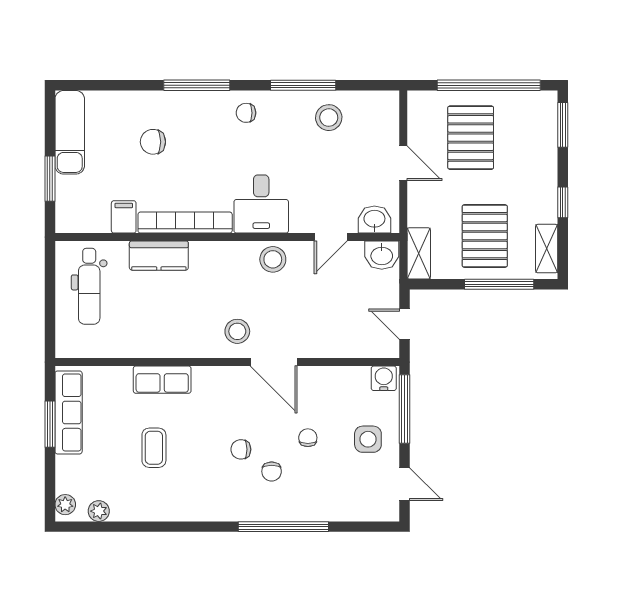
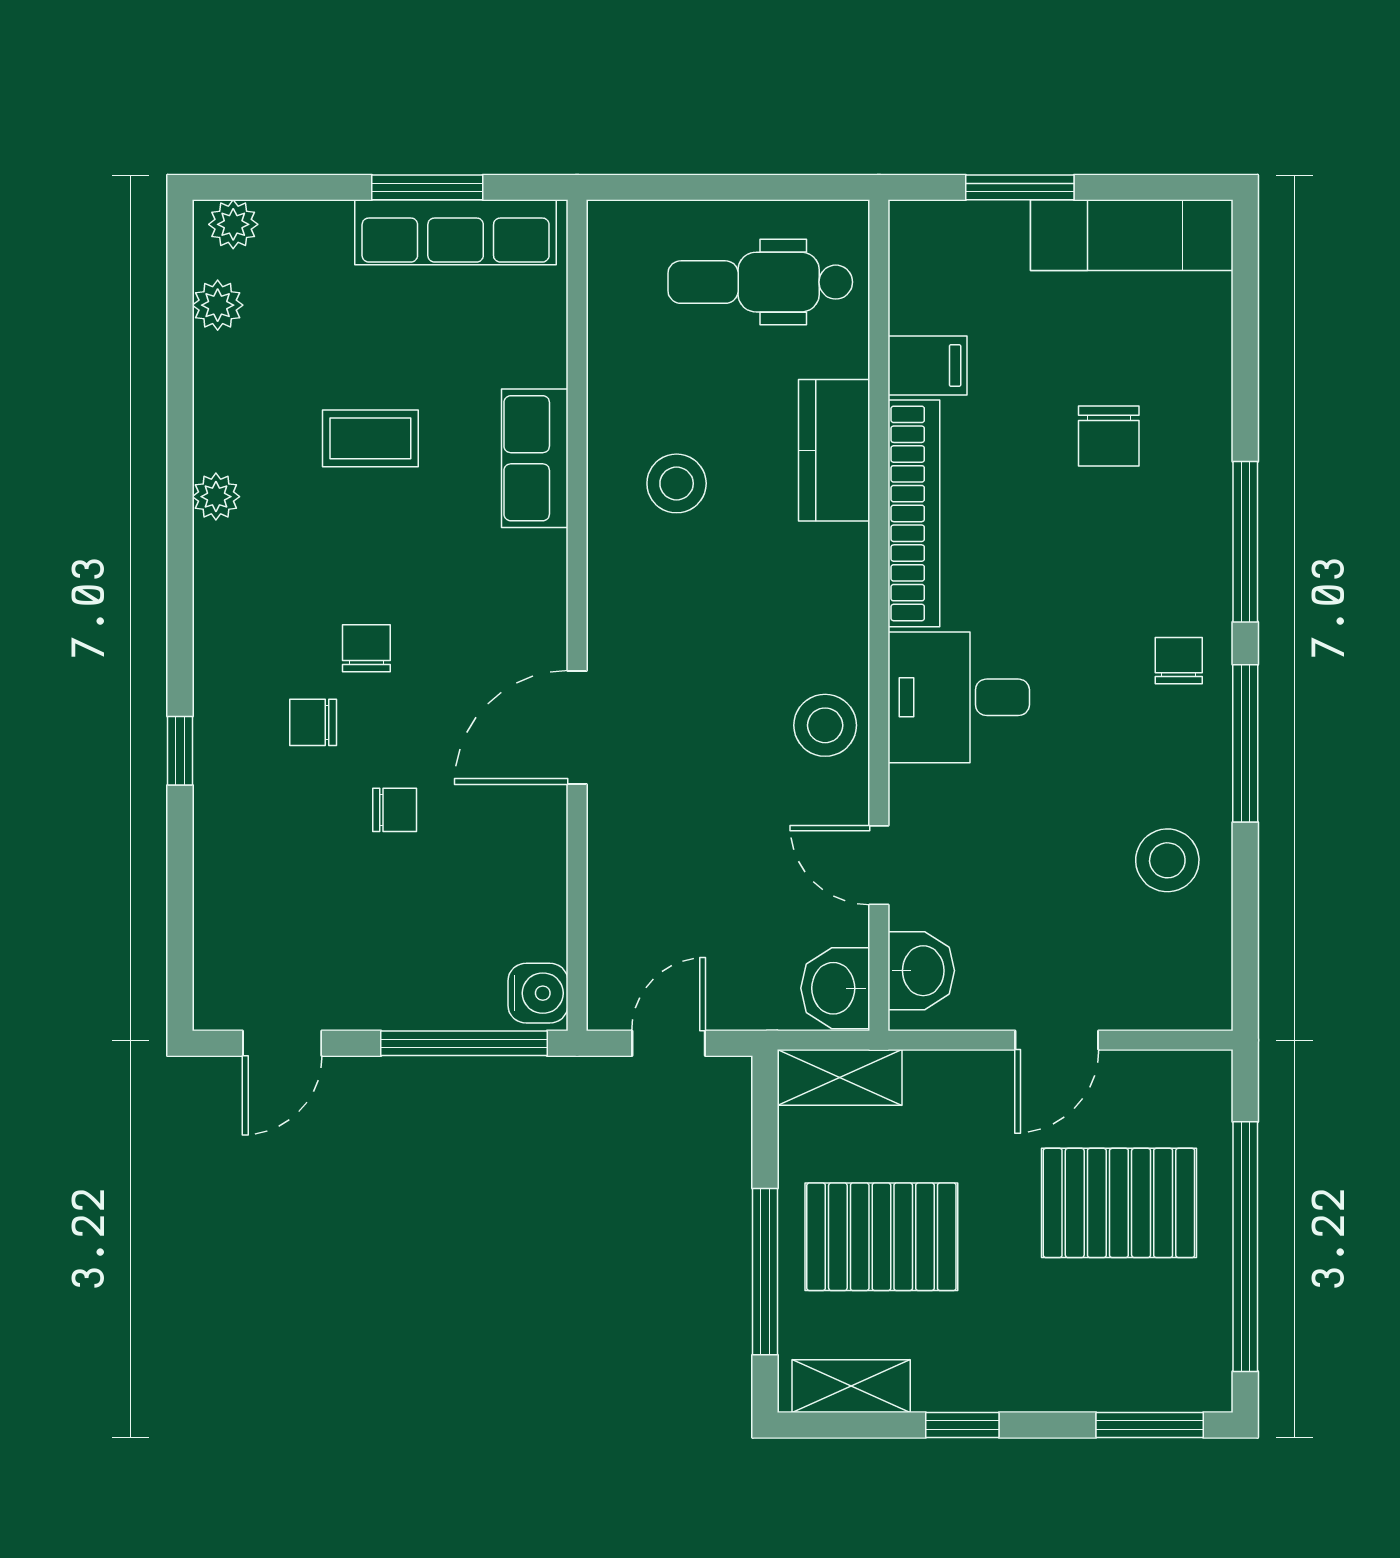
window: (303, 85) -> (1245, 743), moved
chair: (153, 142) -> (1109, 436), turned 180
stool: (237, 331) -> (677, 483), moved
side table: (368, 439) -> (391, 955), removed
plant: (178, 512) -> (216, 497), added
window: (283, 527) -> (180, 751), width x0.32

